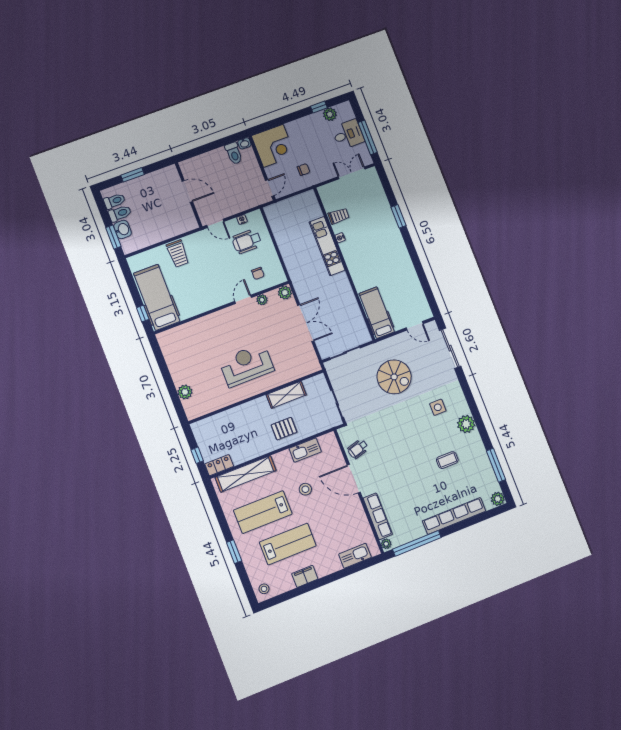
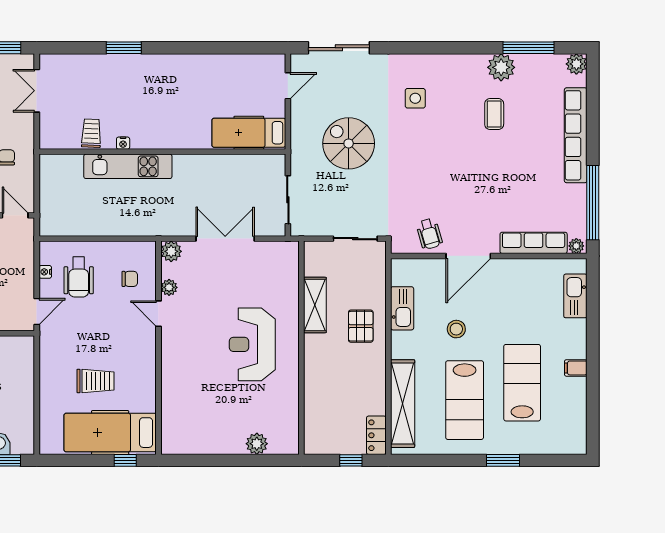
trolley: (178, 254) -> (95, 381), moved
spiral stairs: (394, 377) -> (349, 143), turned -90
plant: (466, 424) -> (501, 67), moved
filing cabinet: (305, 576) -> (576, 368), width x0.50
stool: (264, 589) -> (570, 439), removed

